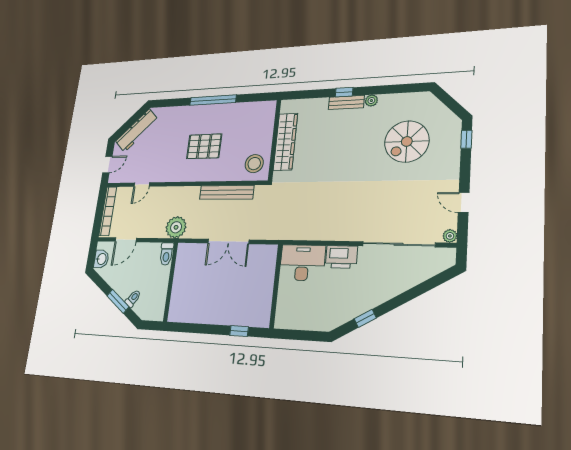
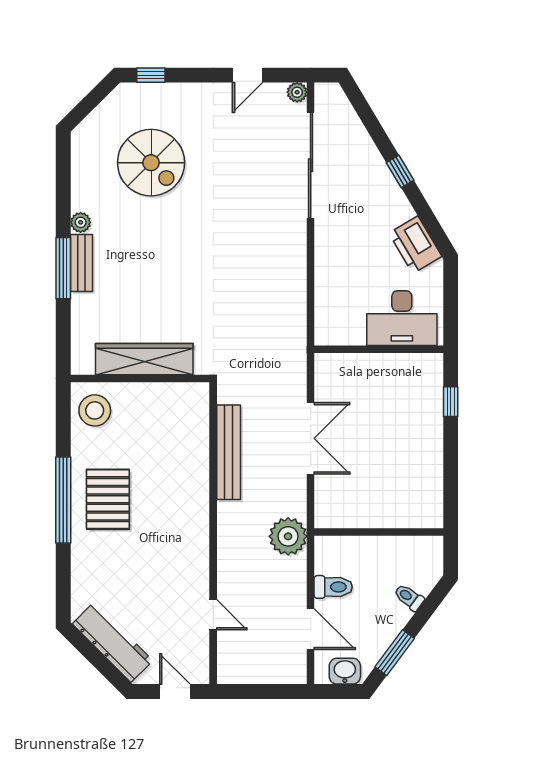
window: (344, 92) -> (63, 268), width x2.17
pallet: (204, 146) -> (108, 499), moved
stool: (254, 164) -> (95, 410), moved
bookcase: (108, 211) -> (260, 674), removed
toilet: (166, 254) -> (333, 587), moved
printer: (341, 257) -> (415, 245), moved, turned 149
desk: (302, 263) -> (402, 318), moved, turned -90
window: (118, 301) -> (395, 653), moved
window: (365, 318) -> (400, 171), moved

